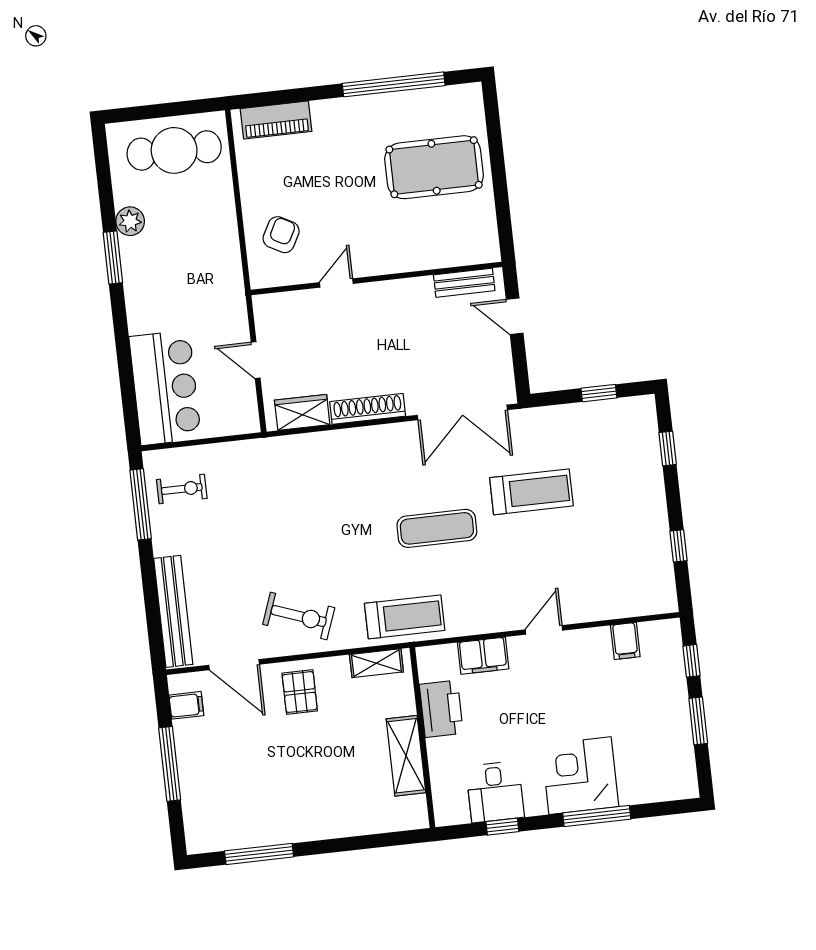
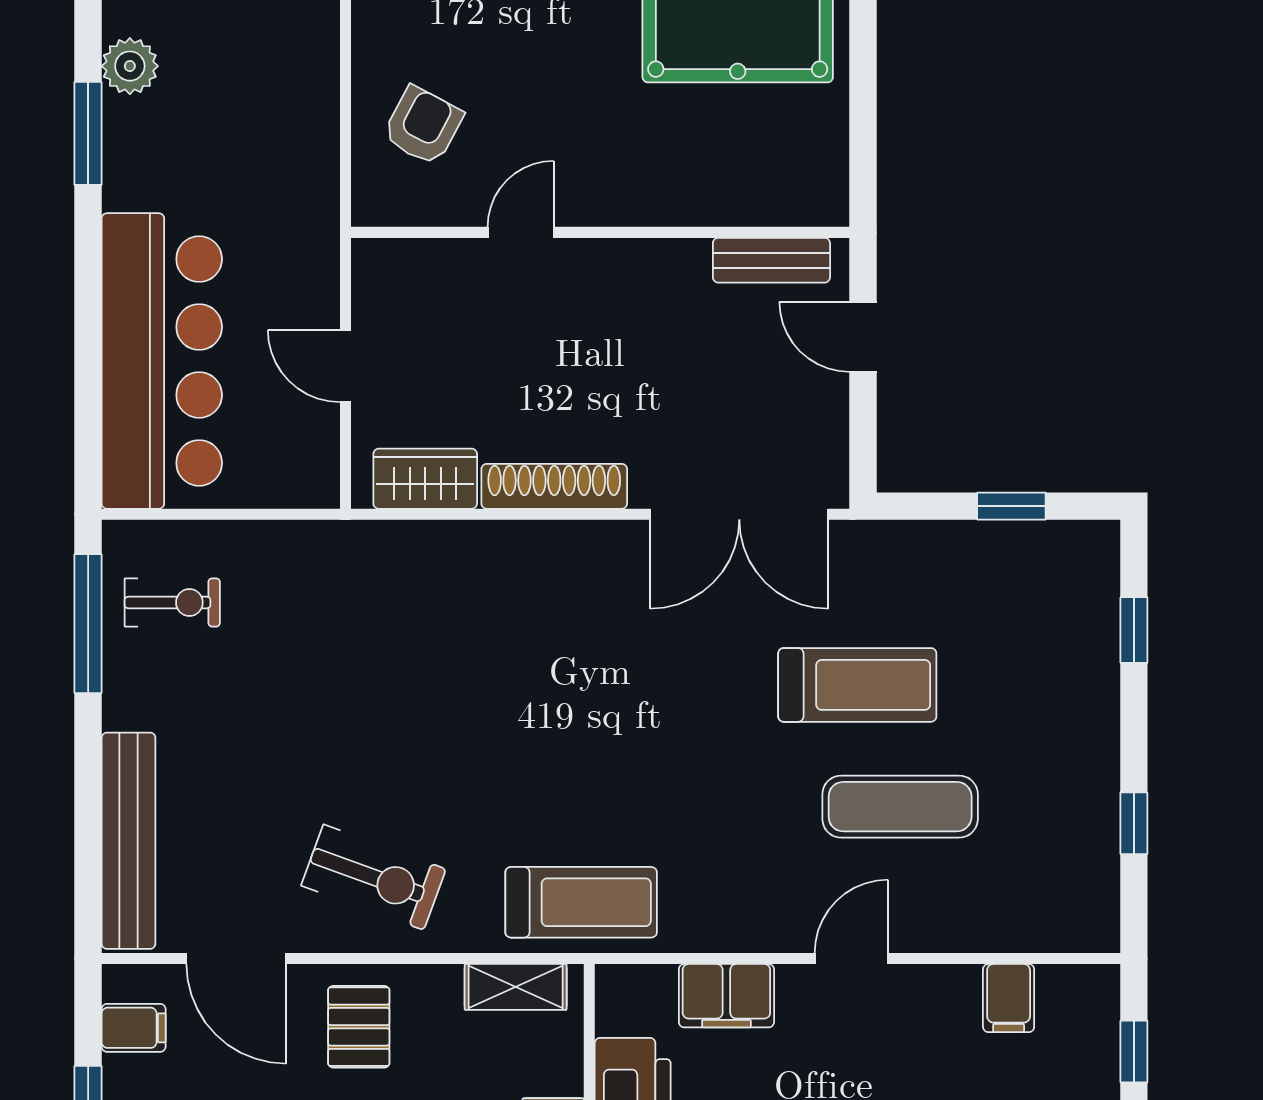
bar counter: (165, 388) -> (162, 361), width x1.36
exercise mat: (437, 528) -> (900, 807), moved

